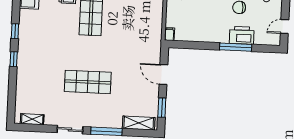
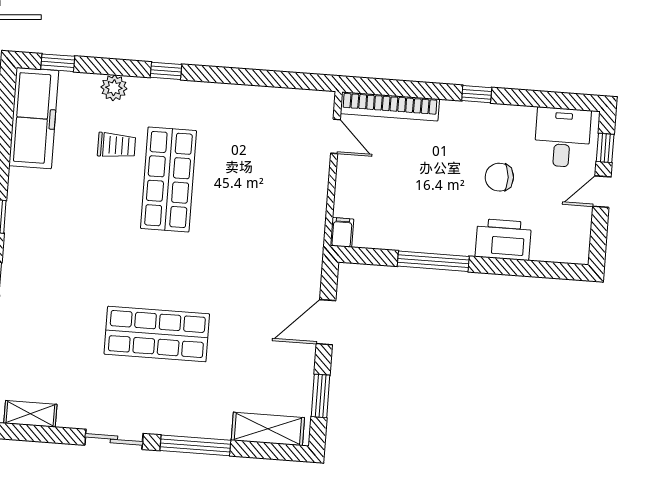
door: (285, 26) -> (602, 192), moved
window: (236, 47) -> (433, 261), moved
door: (163, 75) -> (326, 322), hinge flipped

